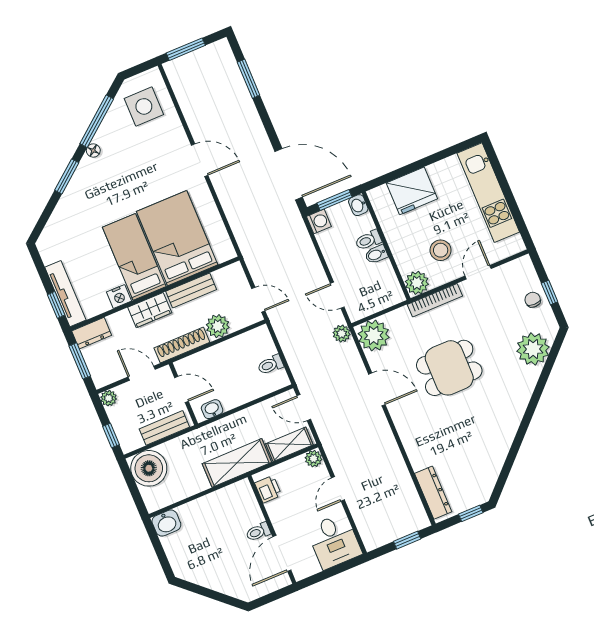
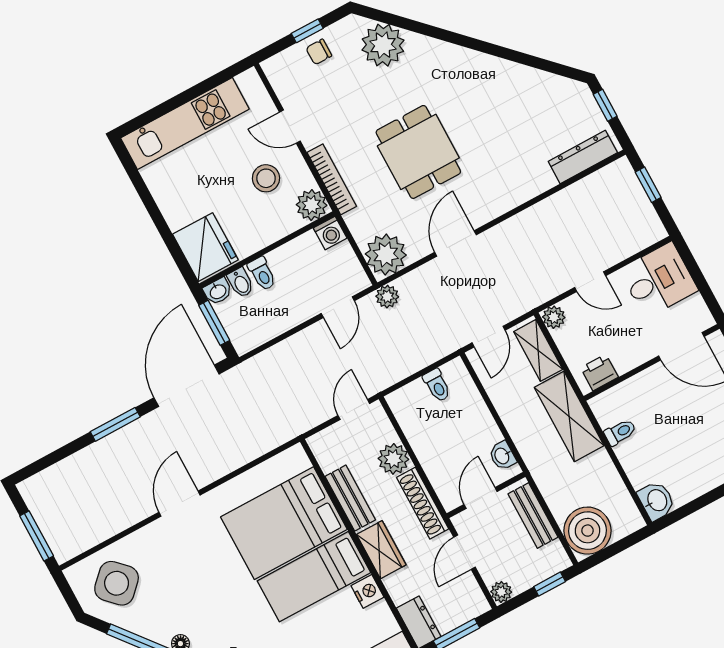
window: (249, 79) -> (115, 424), moved
side table: (144, 106) -> (117, 583), turned 45
fridge: (412, 191) -> (205, 247), moved
washing machine: (319, 221) -> (330, 233), moved, turned 180
bidet: (376, 254) -> (241, 283), moved
toilet: (258, 532) -> (620, 432), moved, turned -90

